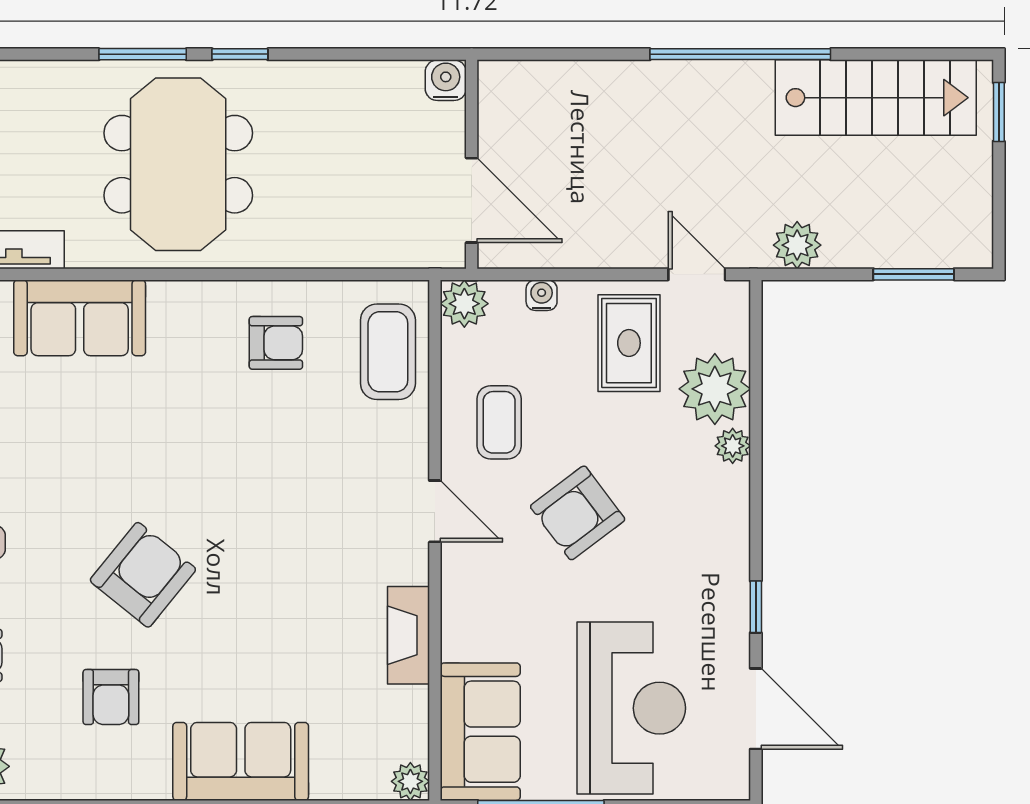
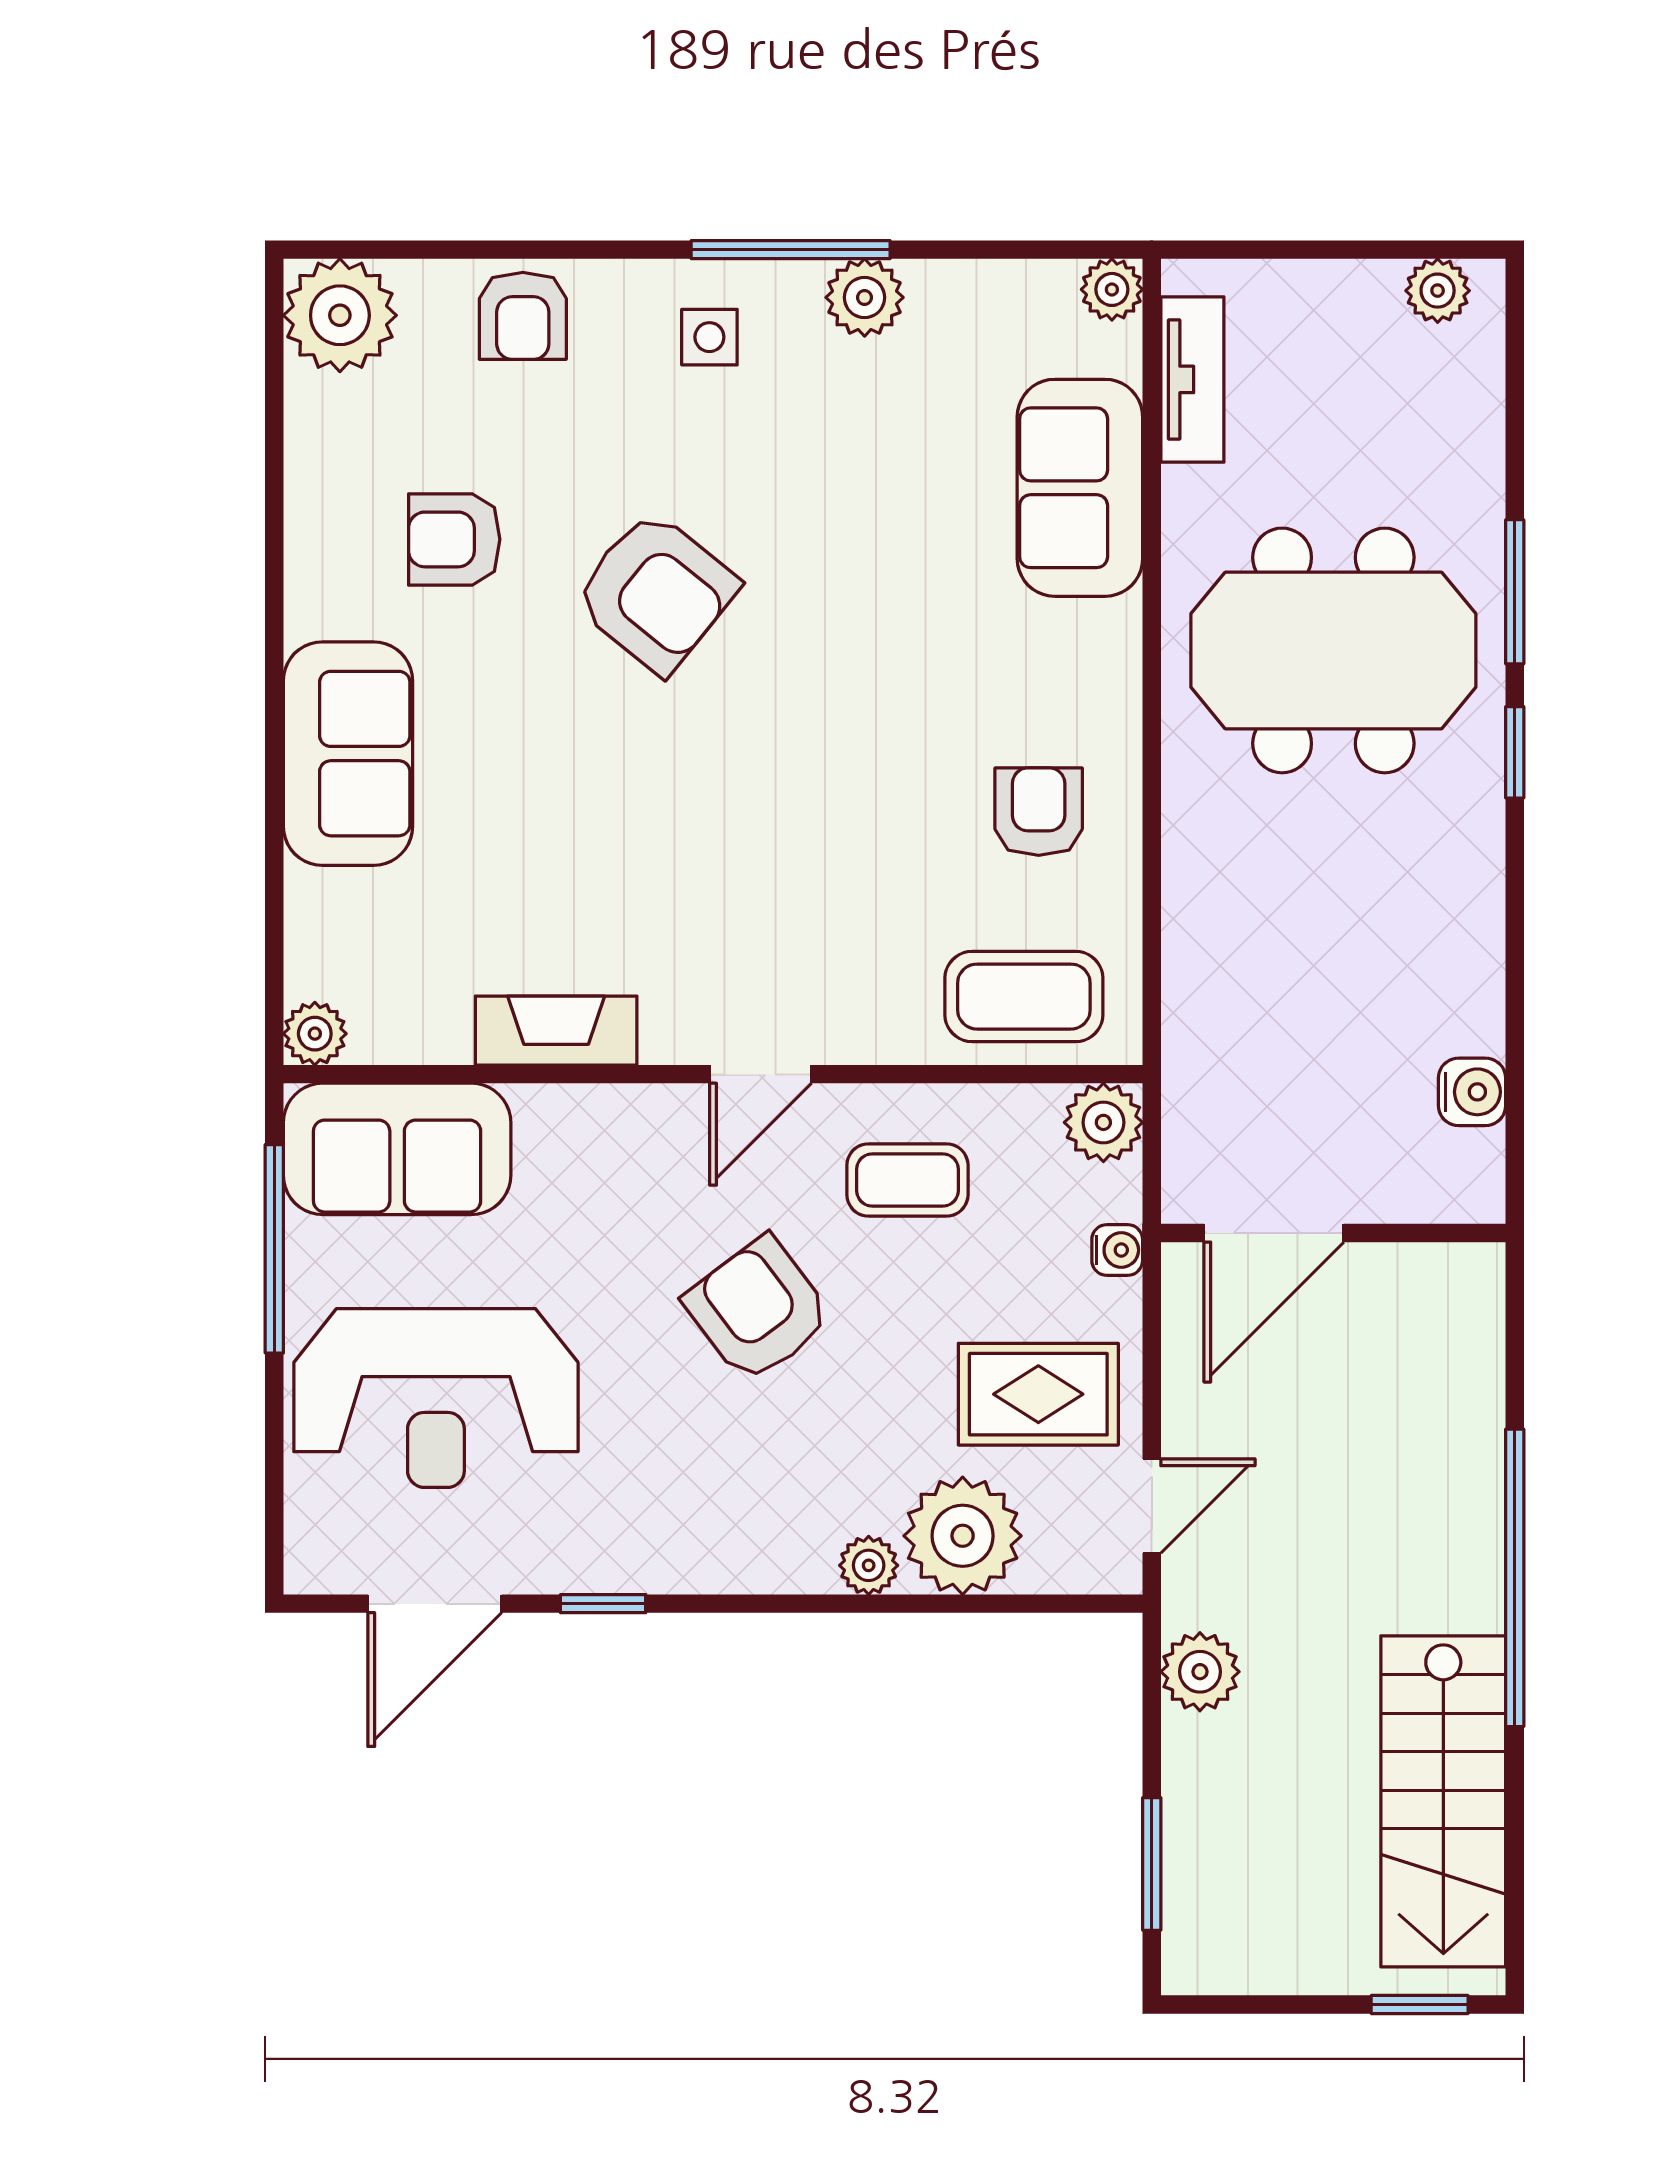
wall: (472, 164) -> (1333, 1233), moved
door: (472, 200) -> (1274, 1233), moved
armchair: (276, 343) -> (1039, 812), turned 180

